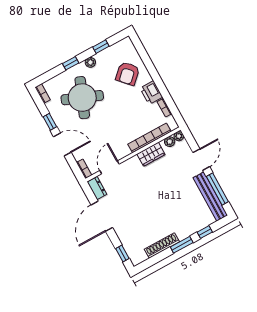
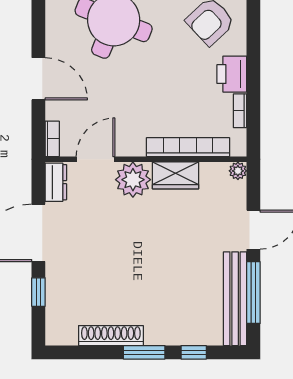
window: (50, 122) -> (38, 30), removed
plant: (170, 142) -> (133, 180), moved, width x1.88, depth x1.88
window: (122, 254) -> (38, 292), moved

